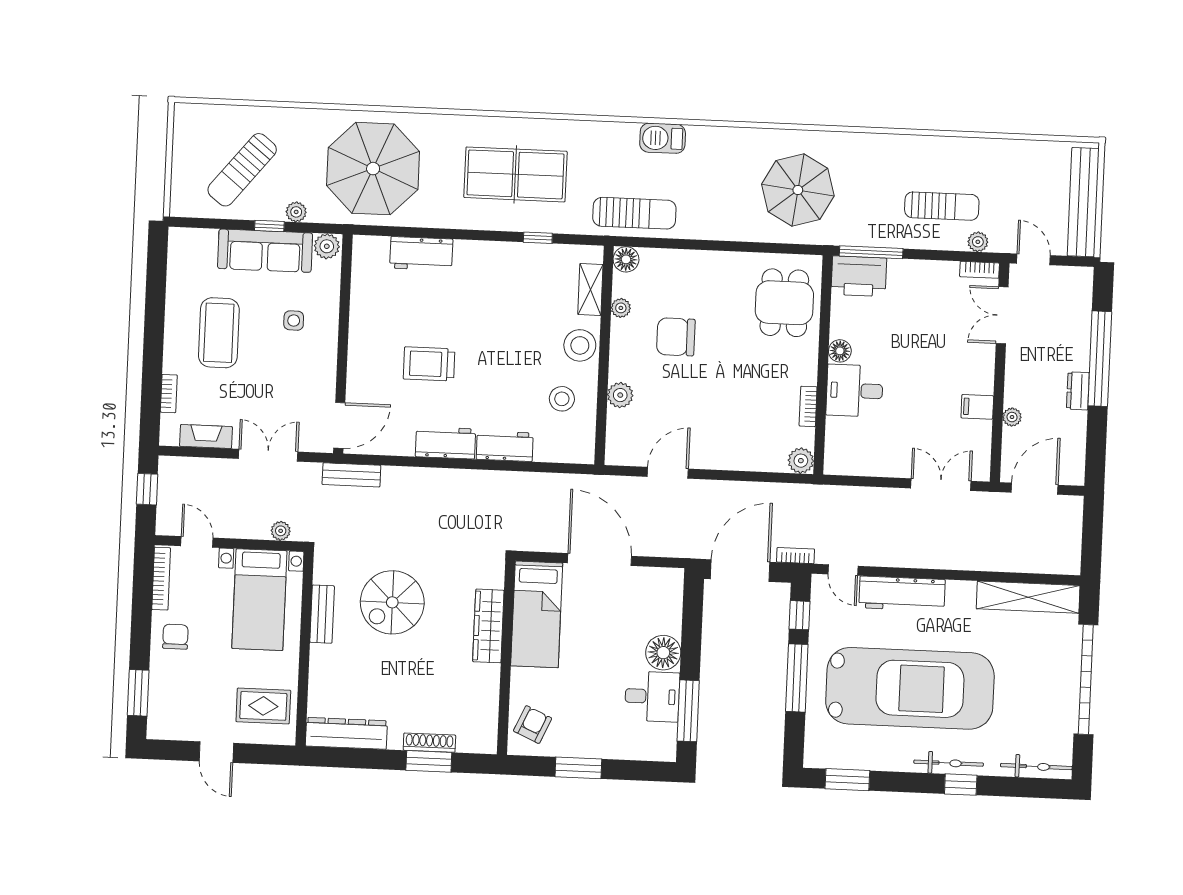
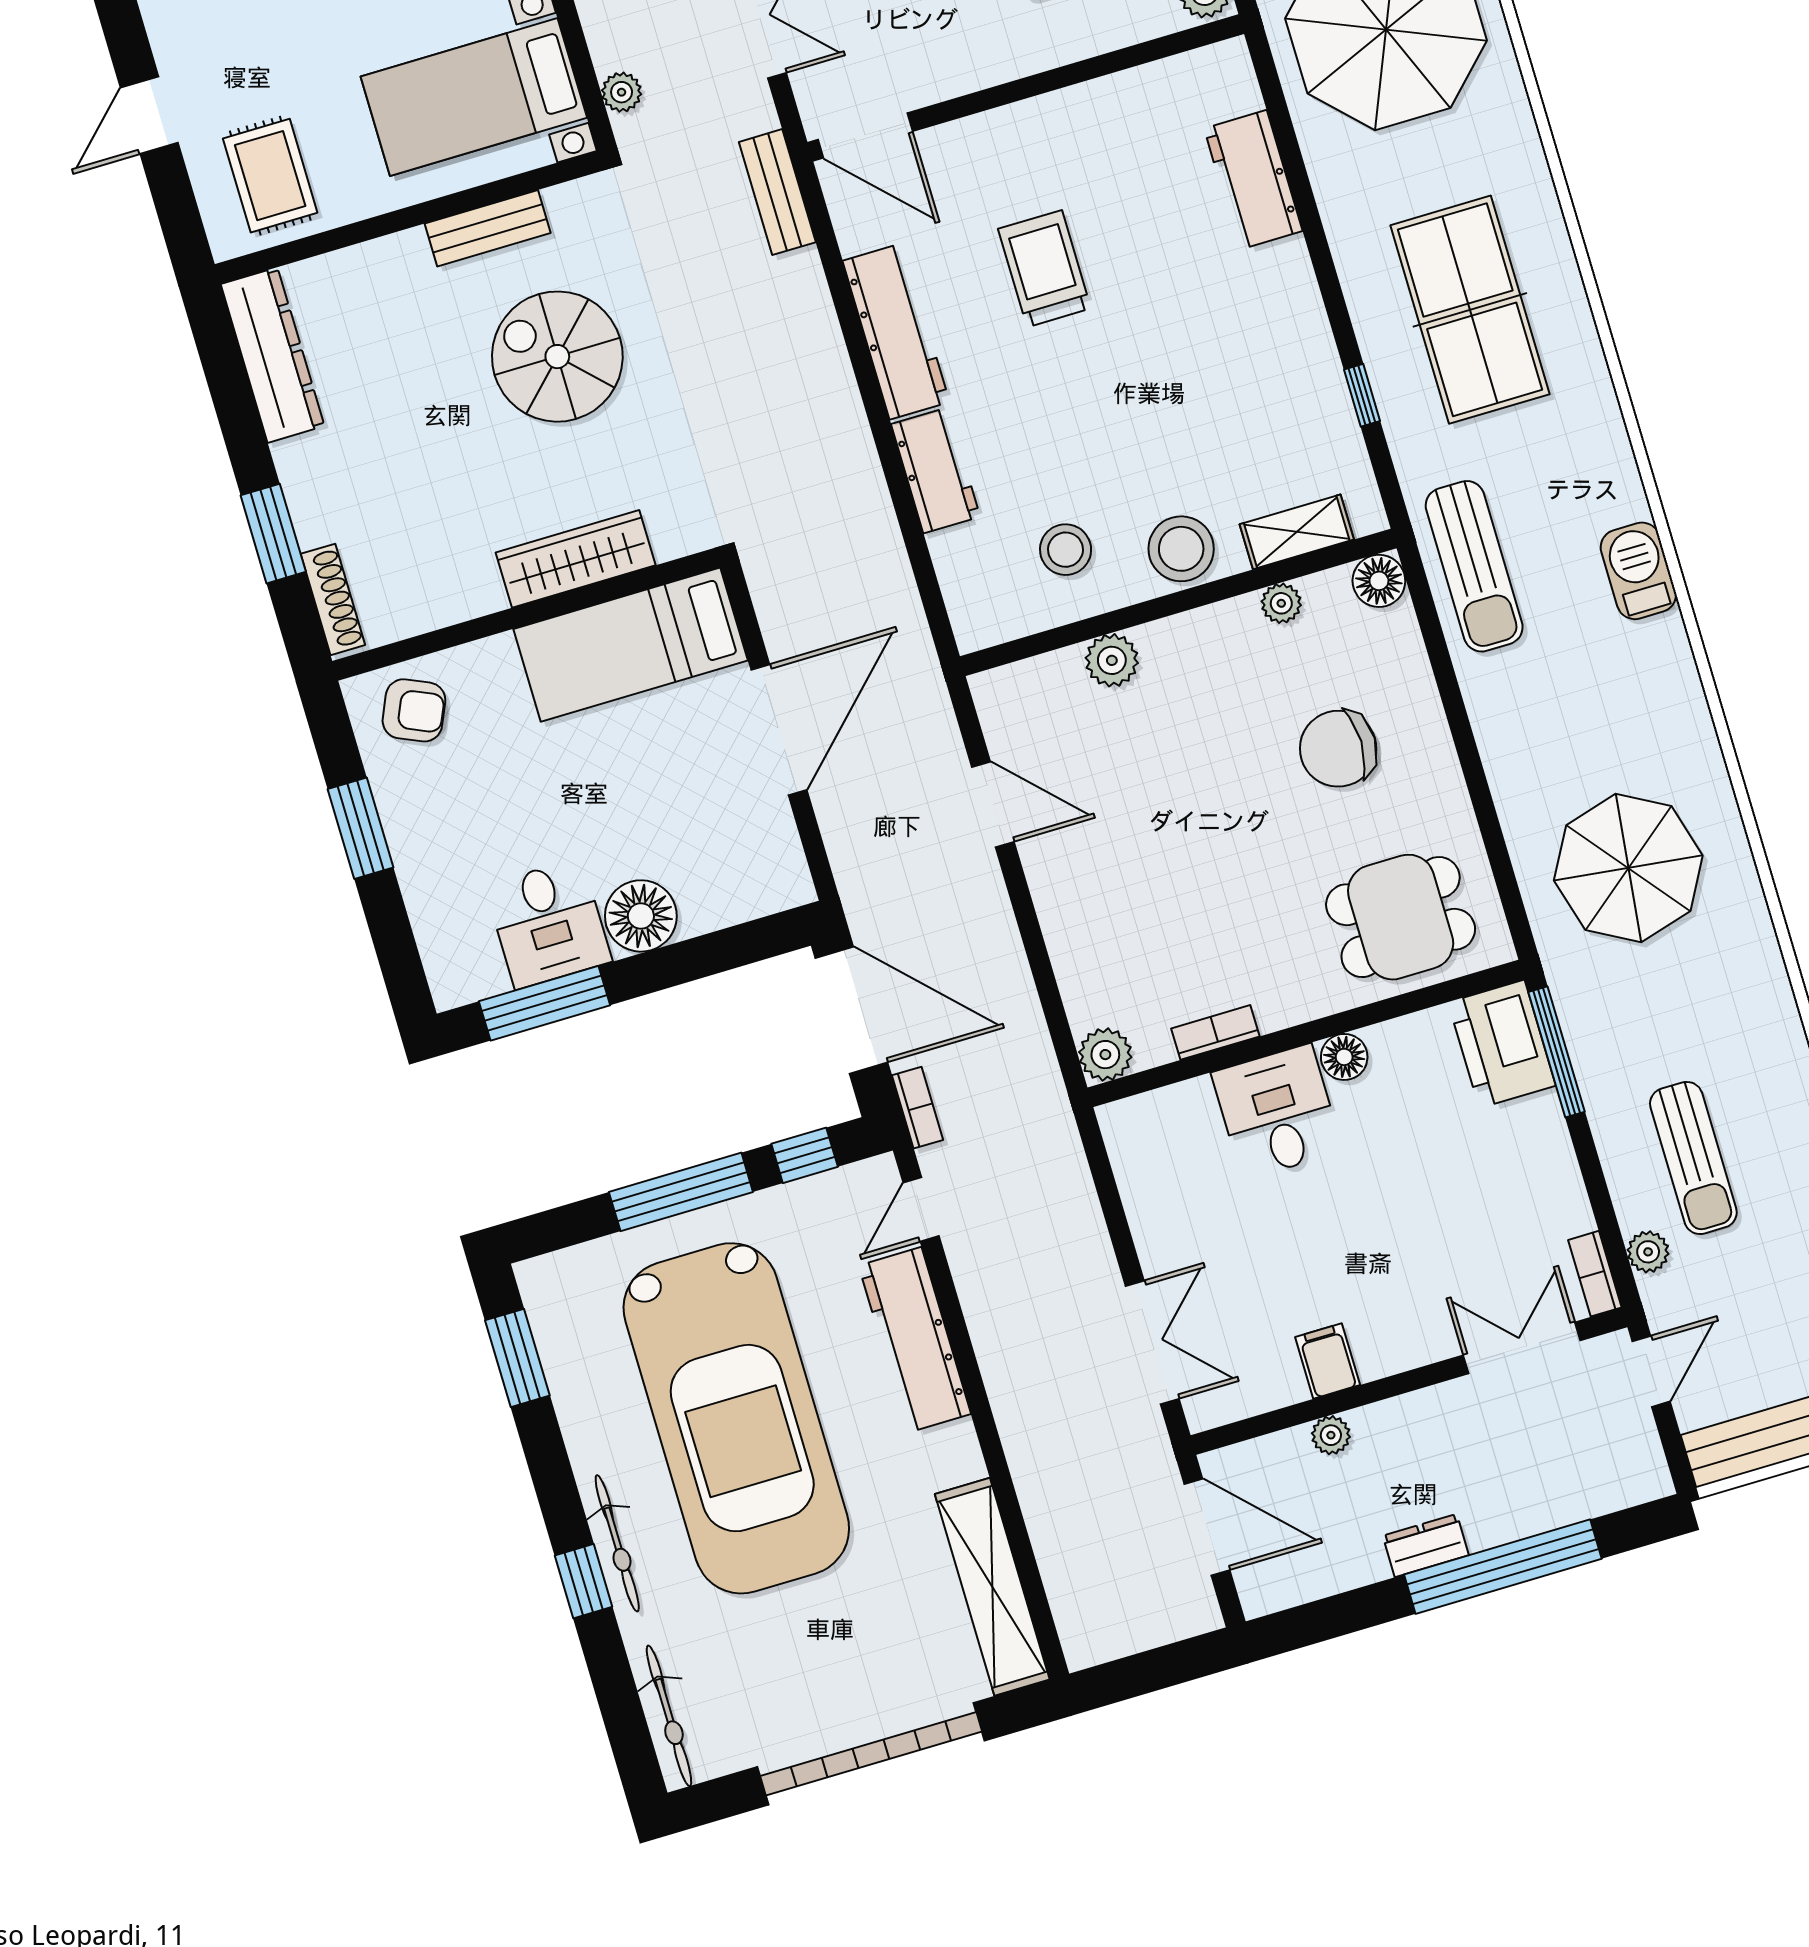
chair: (676, 337) -> (1338, 749), moved, turned -90
workbench: (445, 443) -> (896, 331), width x1.38
shoe rack: (429, 743) -> (333, 599), moved

